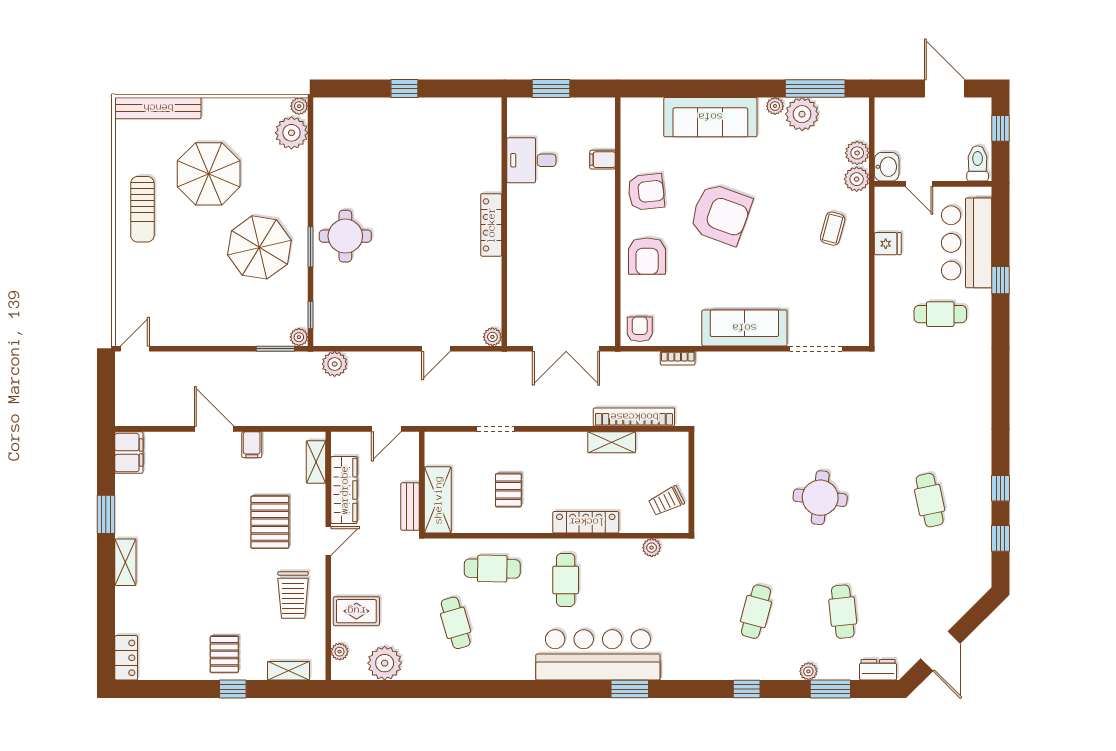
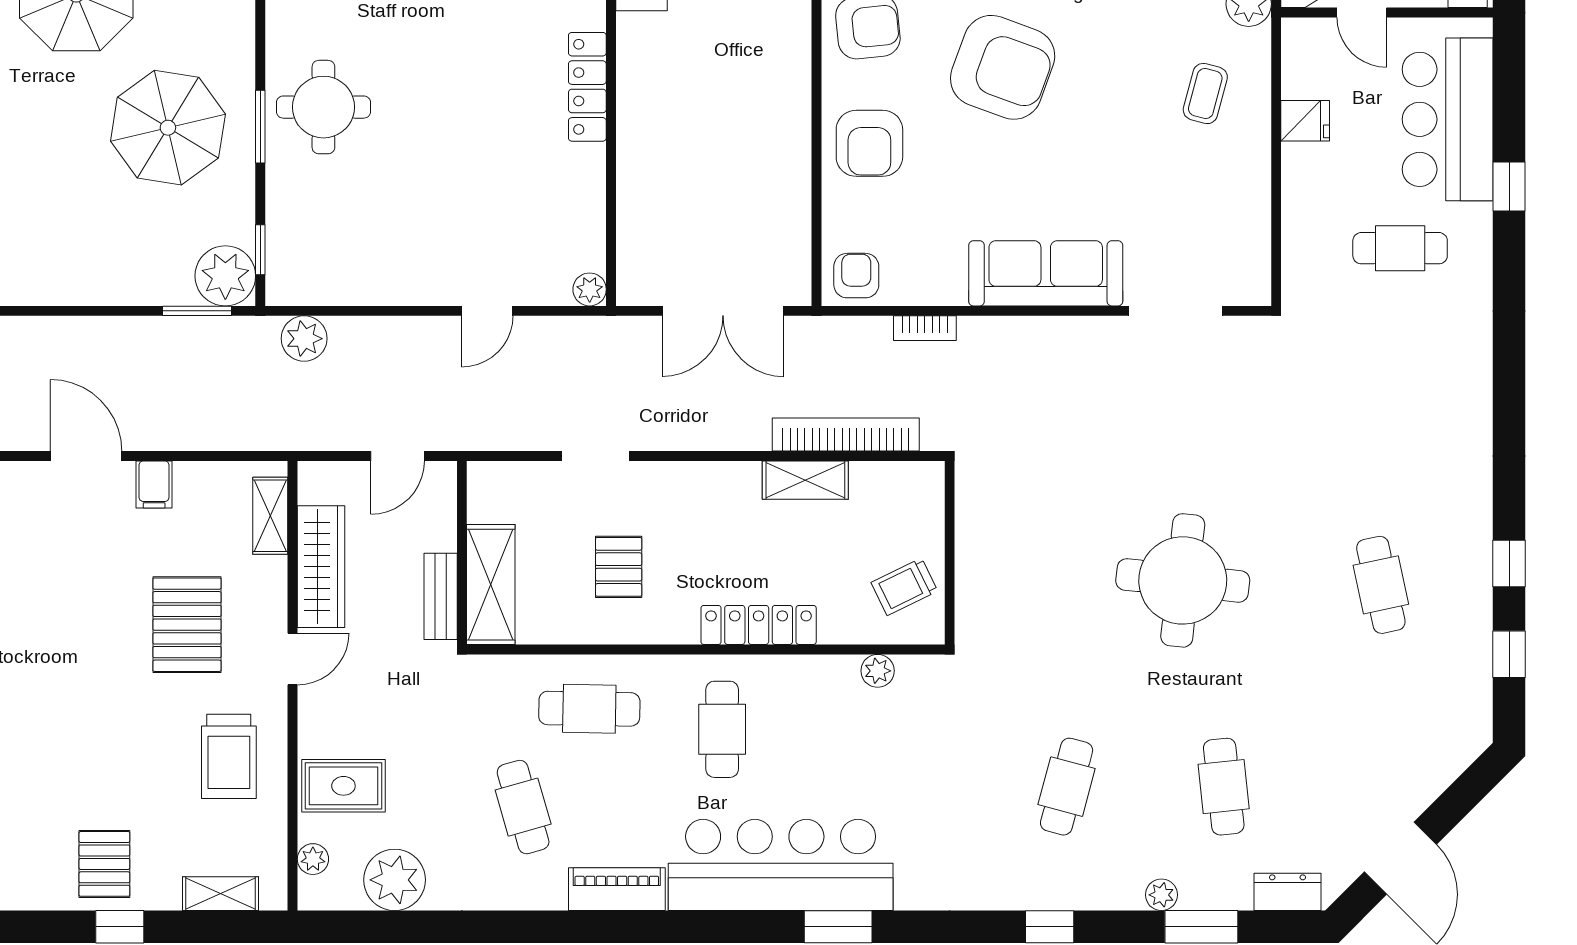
plant: (299, 337) -> (225, 276), width x1.88, depth x1.88
round table: (820, 498) -> (1183, 580), width x1.36, depth x1.36
piano: (507, 668) -> (617, 889), added

